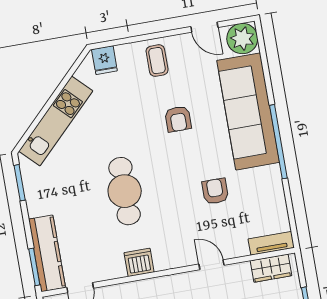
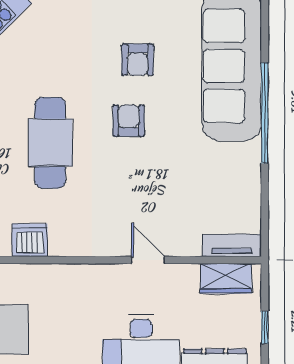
armchair: (215, 191) -> (129, 121), moved
dishwasher: (139, 262) -> (30, 240), moved

